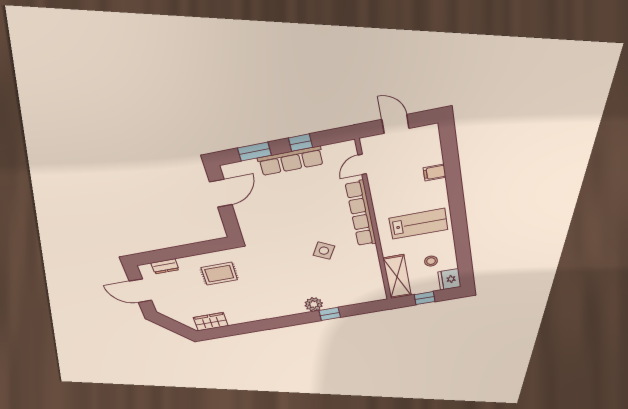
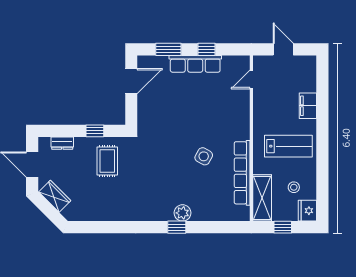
filing cabinet: (434, 173) -> (308, 106), width x2.00
row of seats: (361, 214) -> (242, 173), moved
window: (196, 249) -> (95, 131), added
rug: (219, 274) -> (107, 161), turned 90
window: (330, 314) -> (177, 227), moved
wardrobe: (211, 322) -> (55, 196), moved, turned 45

